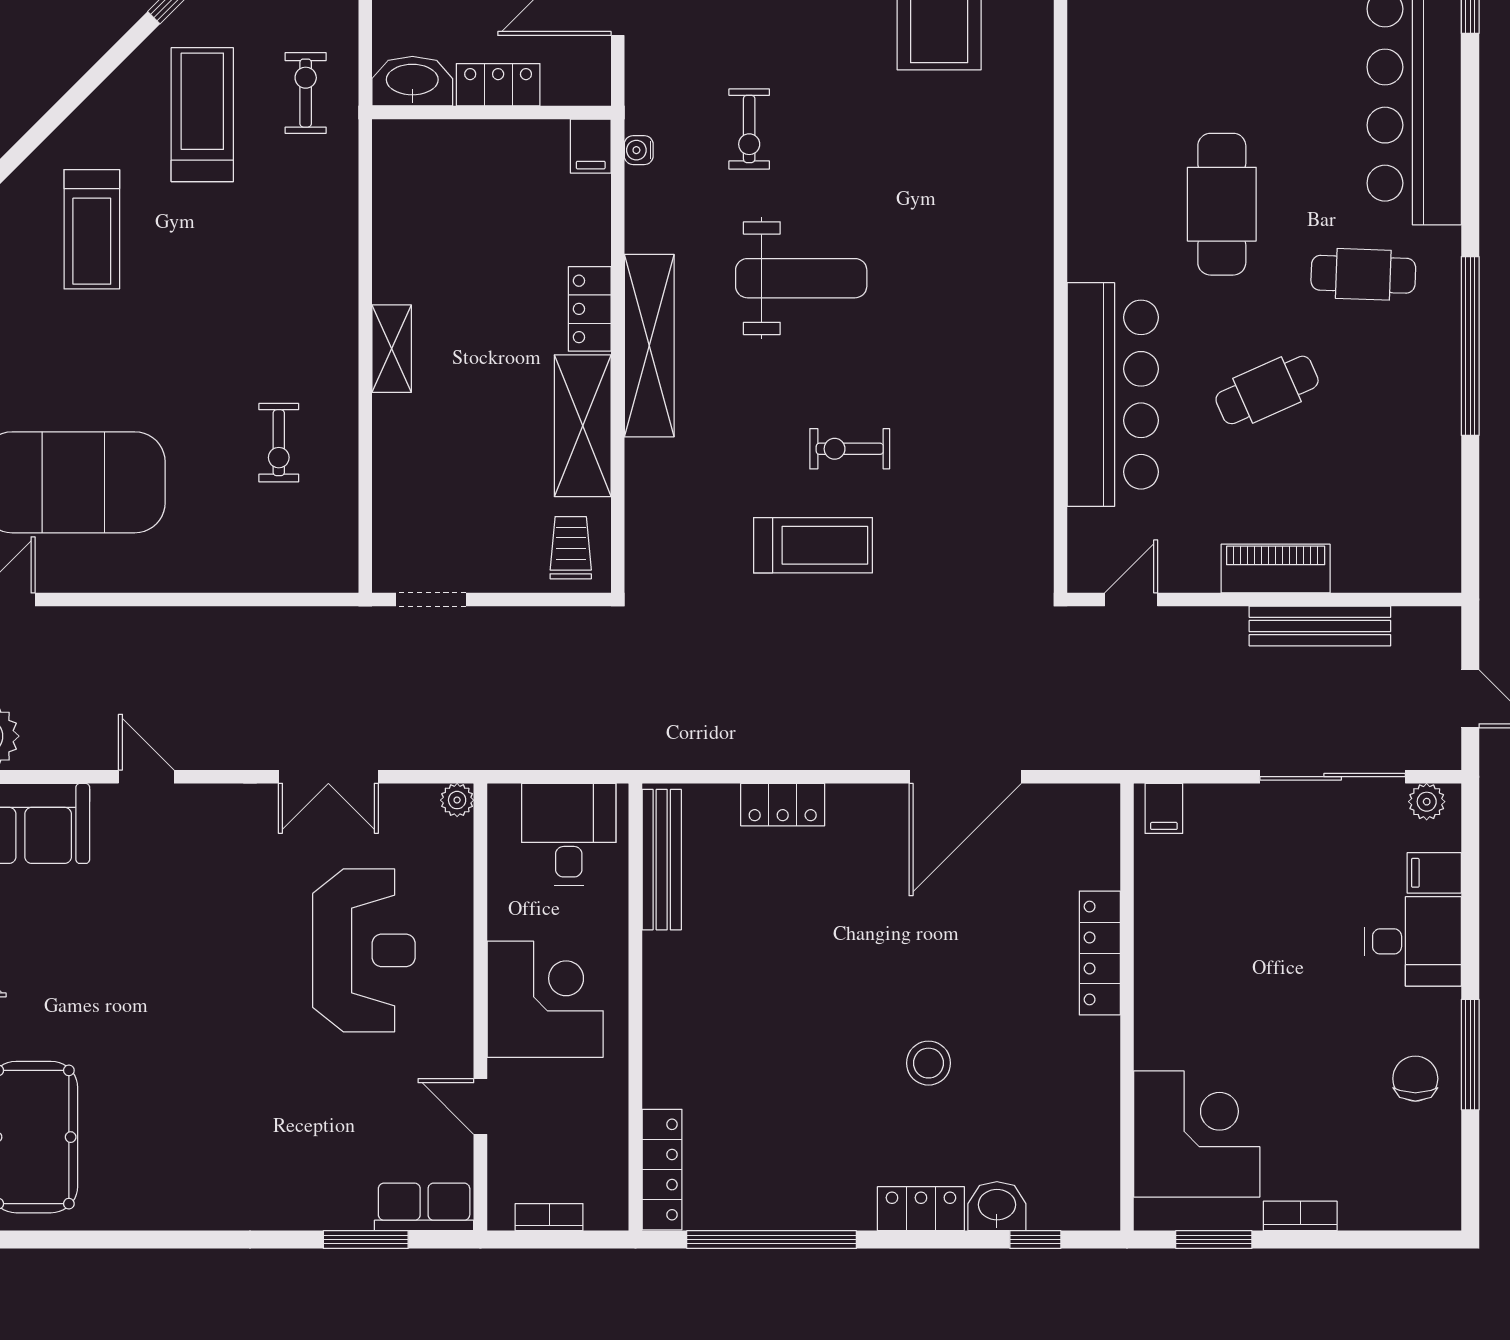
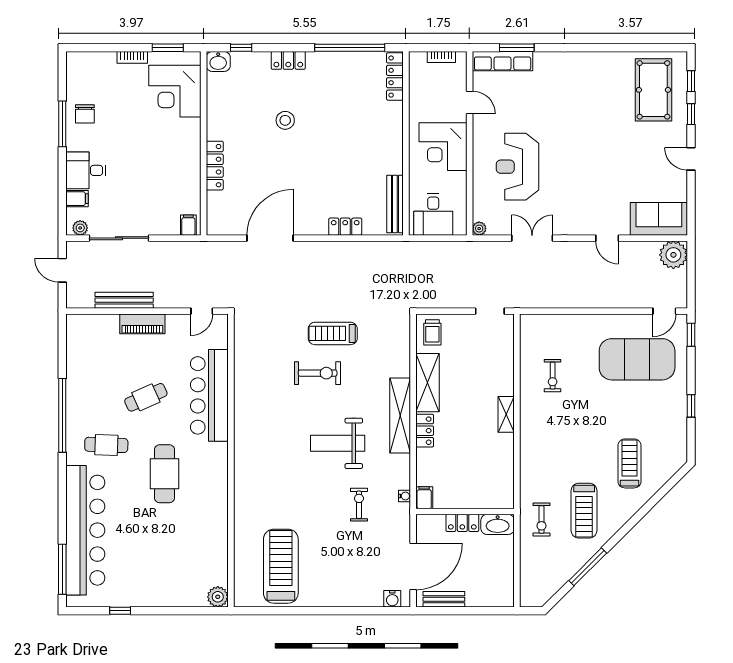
exercise bike: (279, 443) -> (553, 376), turned 180
exercise bike: (850, 449) -> (318, 373), width x1.38, depth x1.39
washbasin: (997, 1206) -> (218, 61), moved
row of seats: (424, 1207) -> (503, 61), width x1.48

